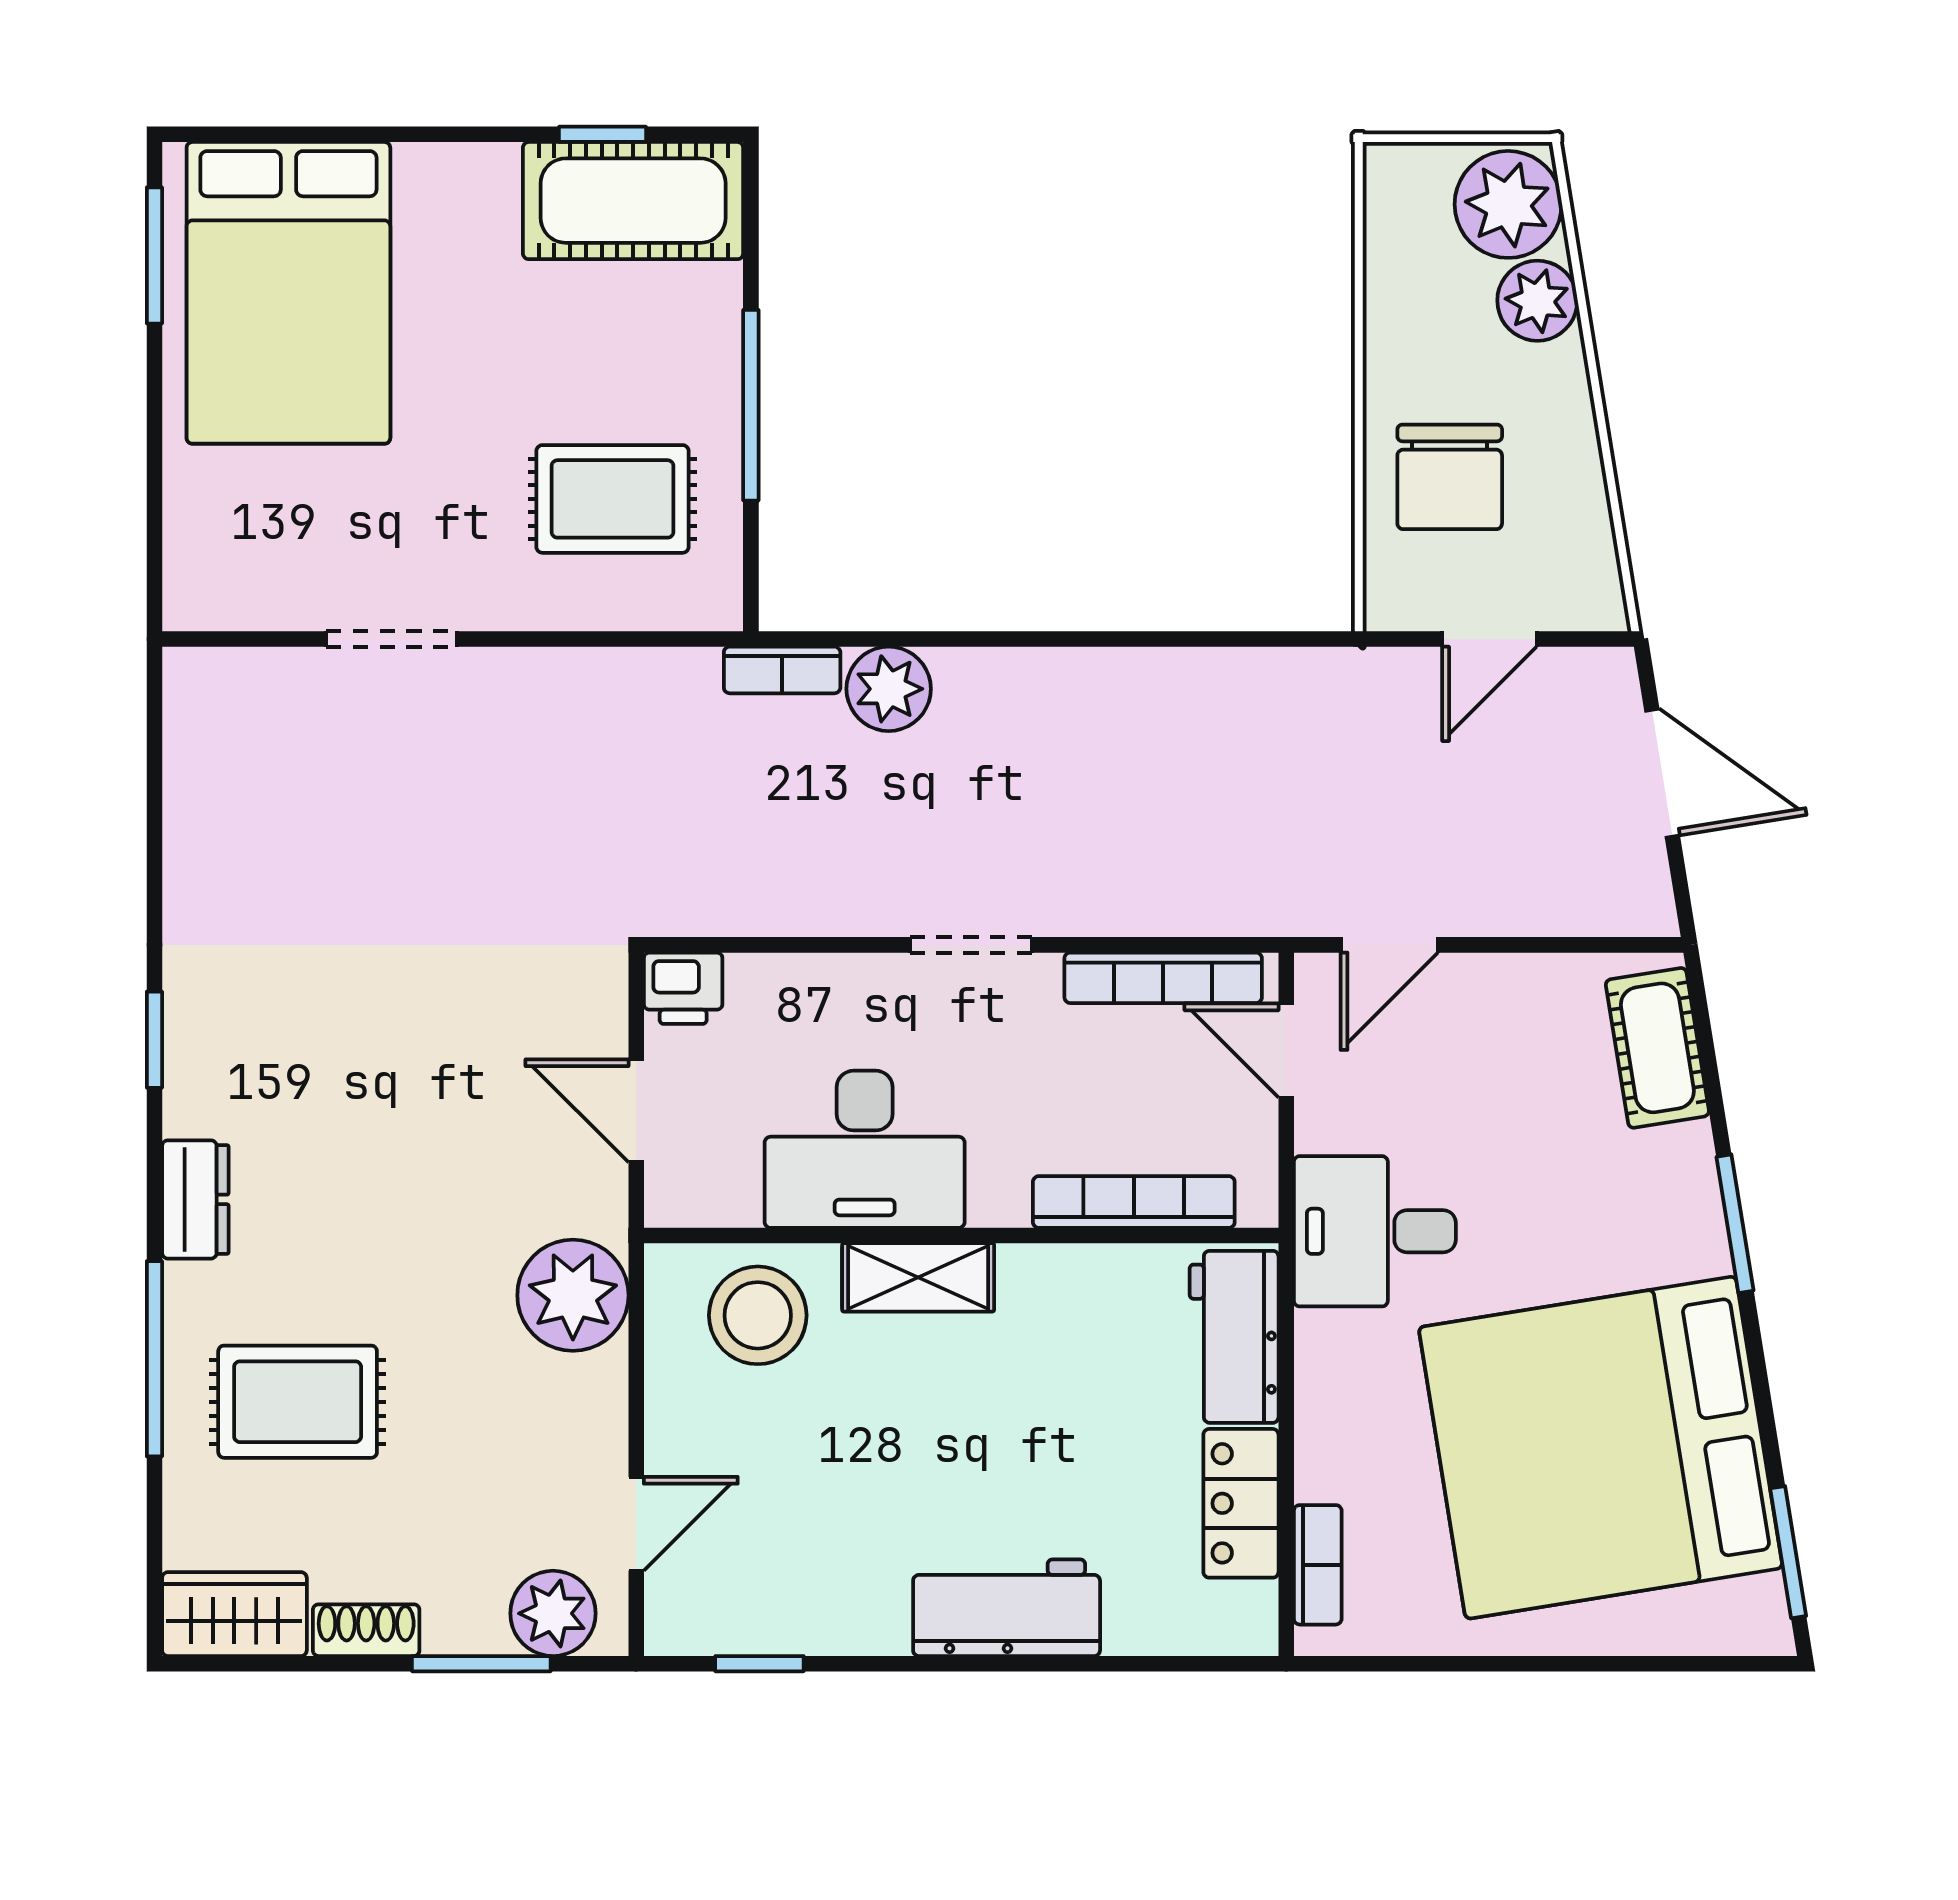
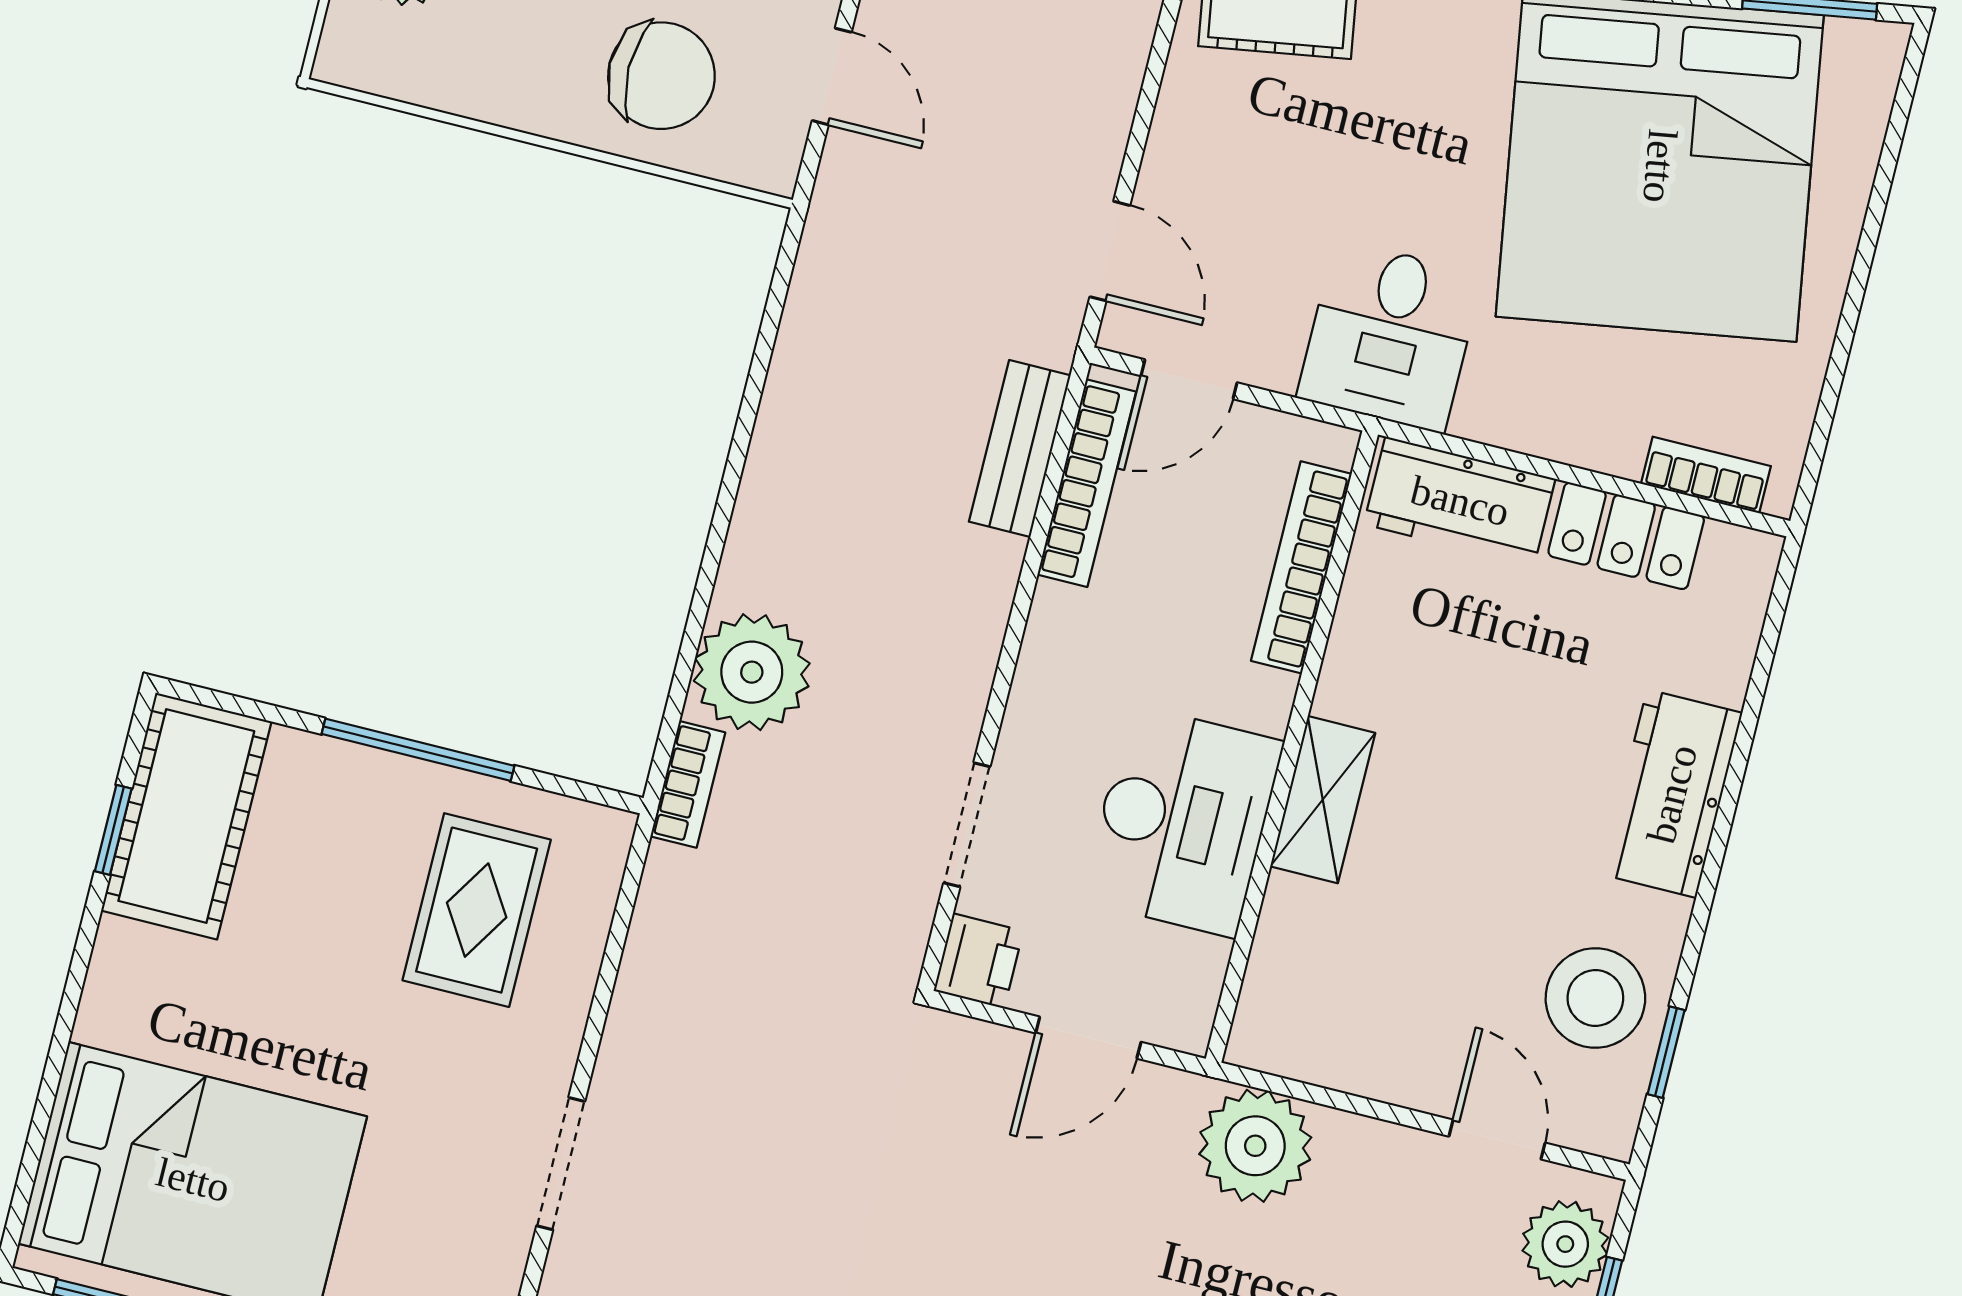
plant: (889, 689) -> (752, 672), width x1.36, depth x1.36
bench: (1180, 906) -> (1020, 449), added
doorway: (971, 945) -> (967, 825), moved
stool: (758, 1315) -> (1595, 998), moved

